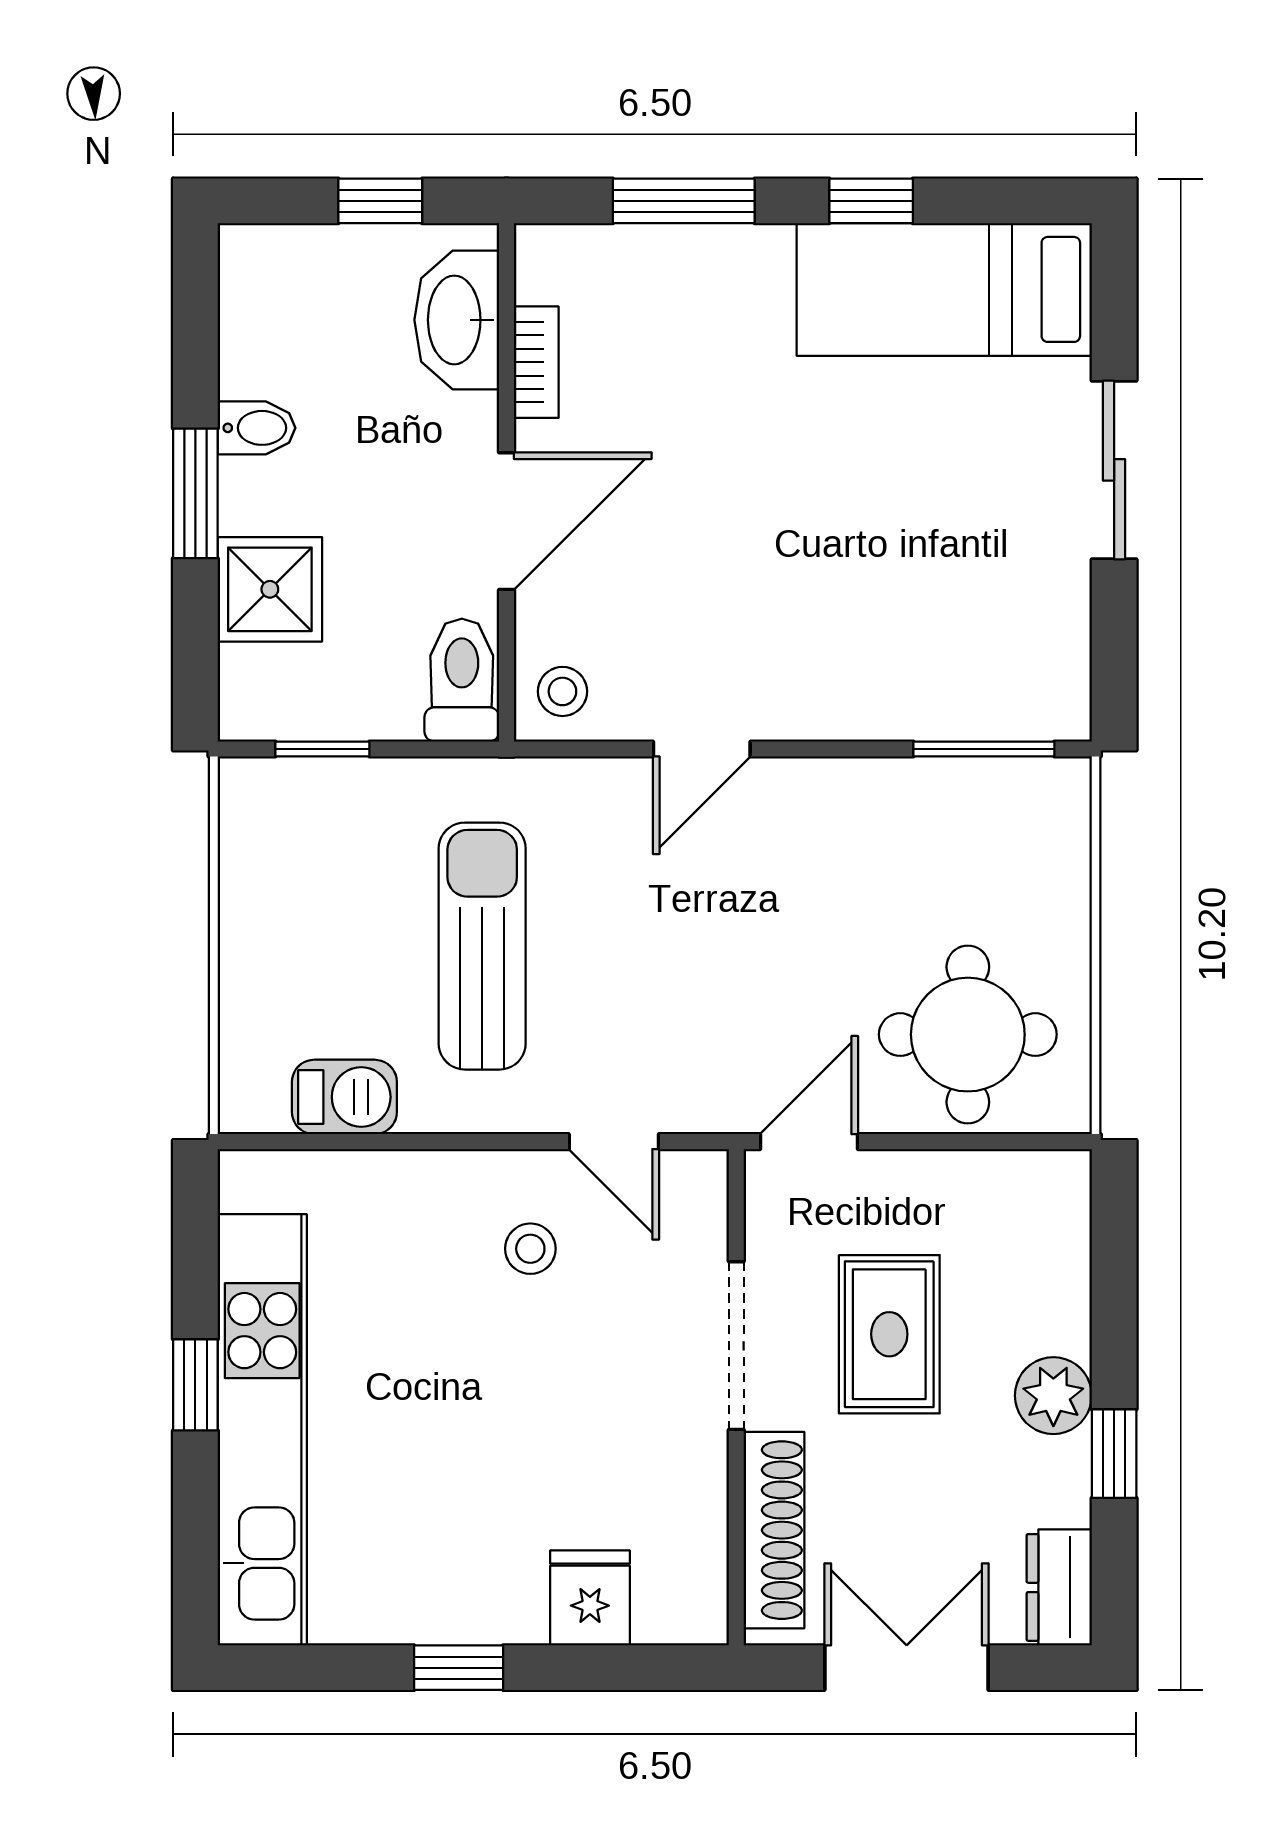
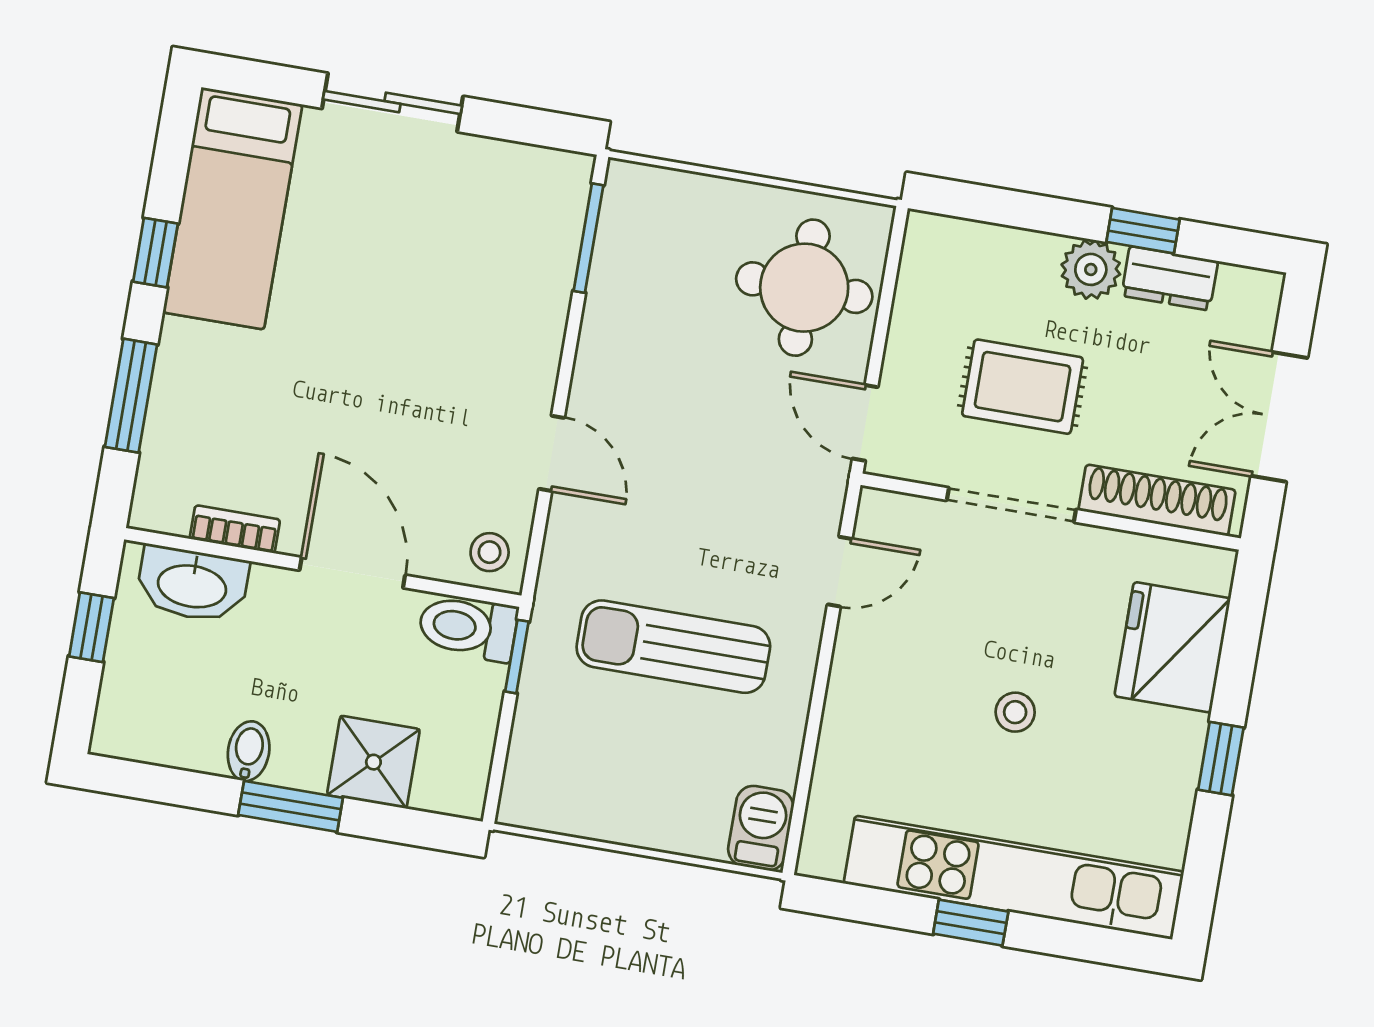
window: (322, 749) -> (517, 657), moved
barbecue: (344, 1097) -> (761, 828), moved
stool: (530, 1249) -> (1015, 712), moved
dresser: (1059, 1587) -> (1170, 278), moved
fridge: (590, 1598) -> (1172, 647), width x1.88, depth x1.34

